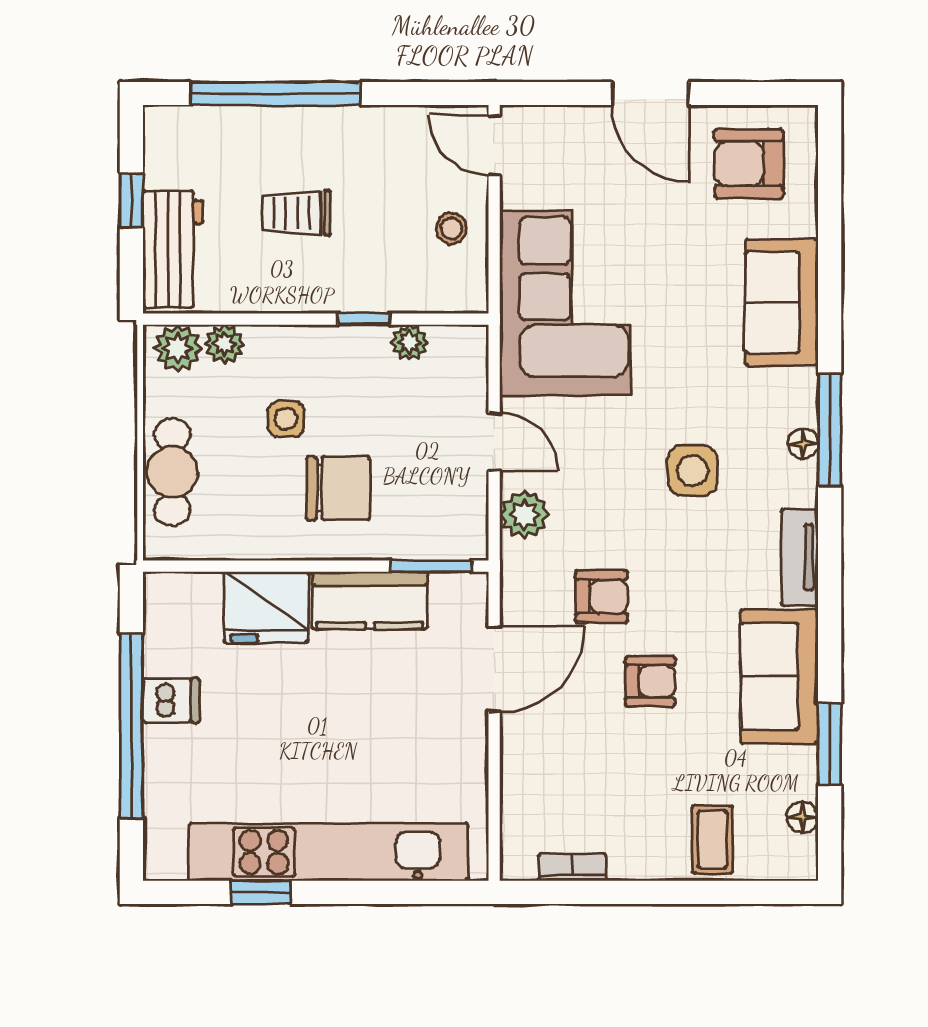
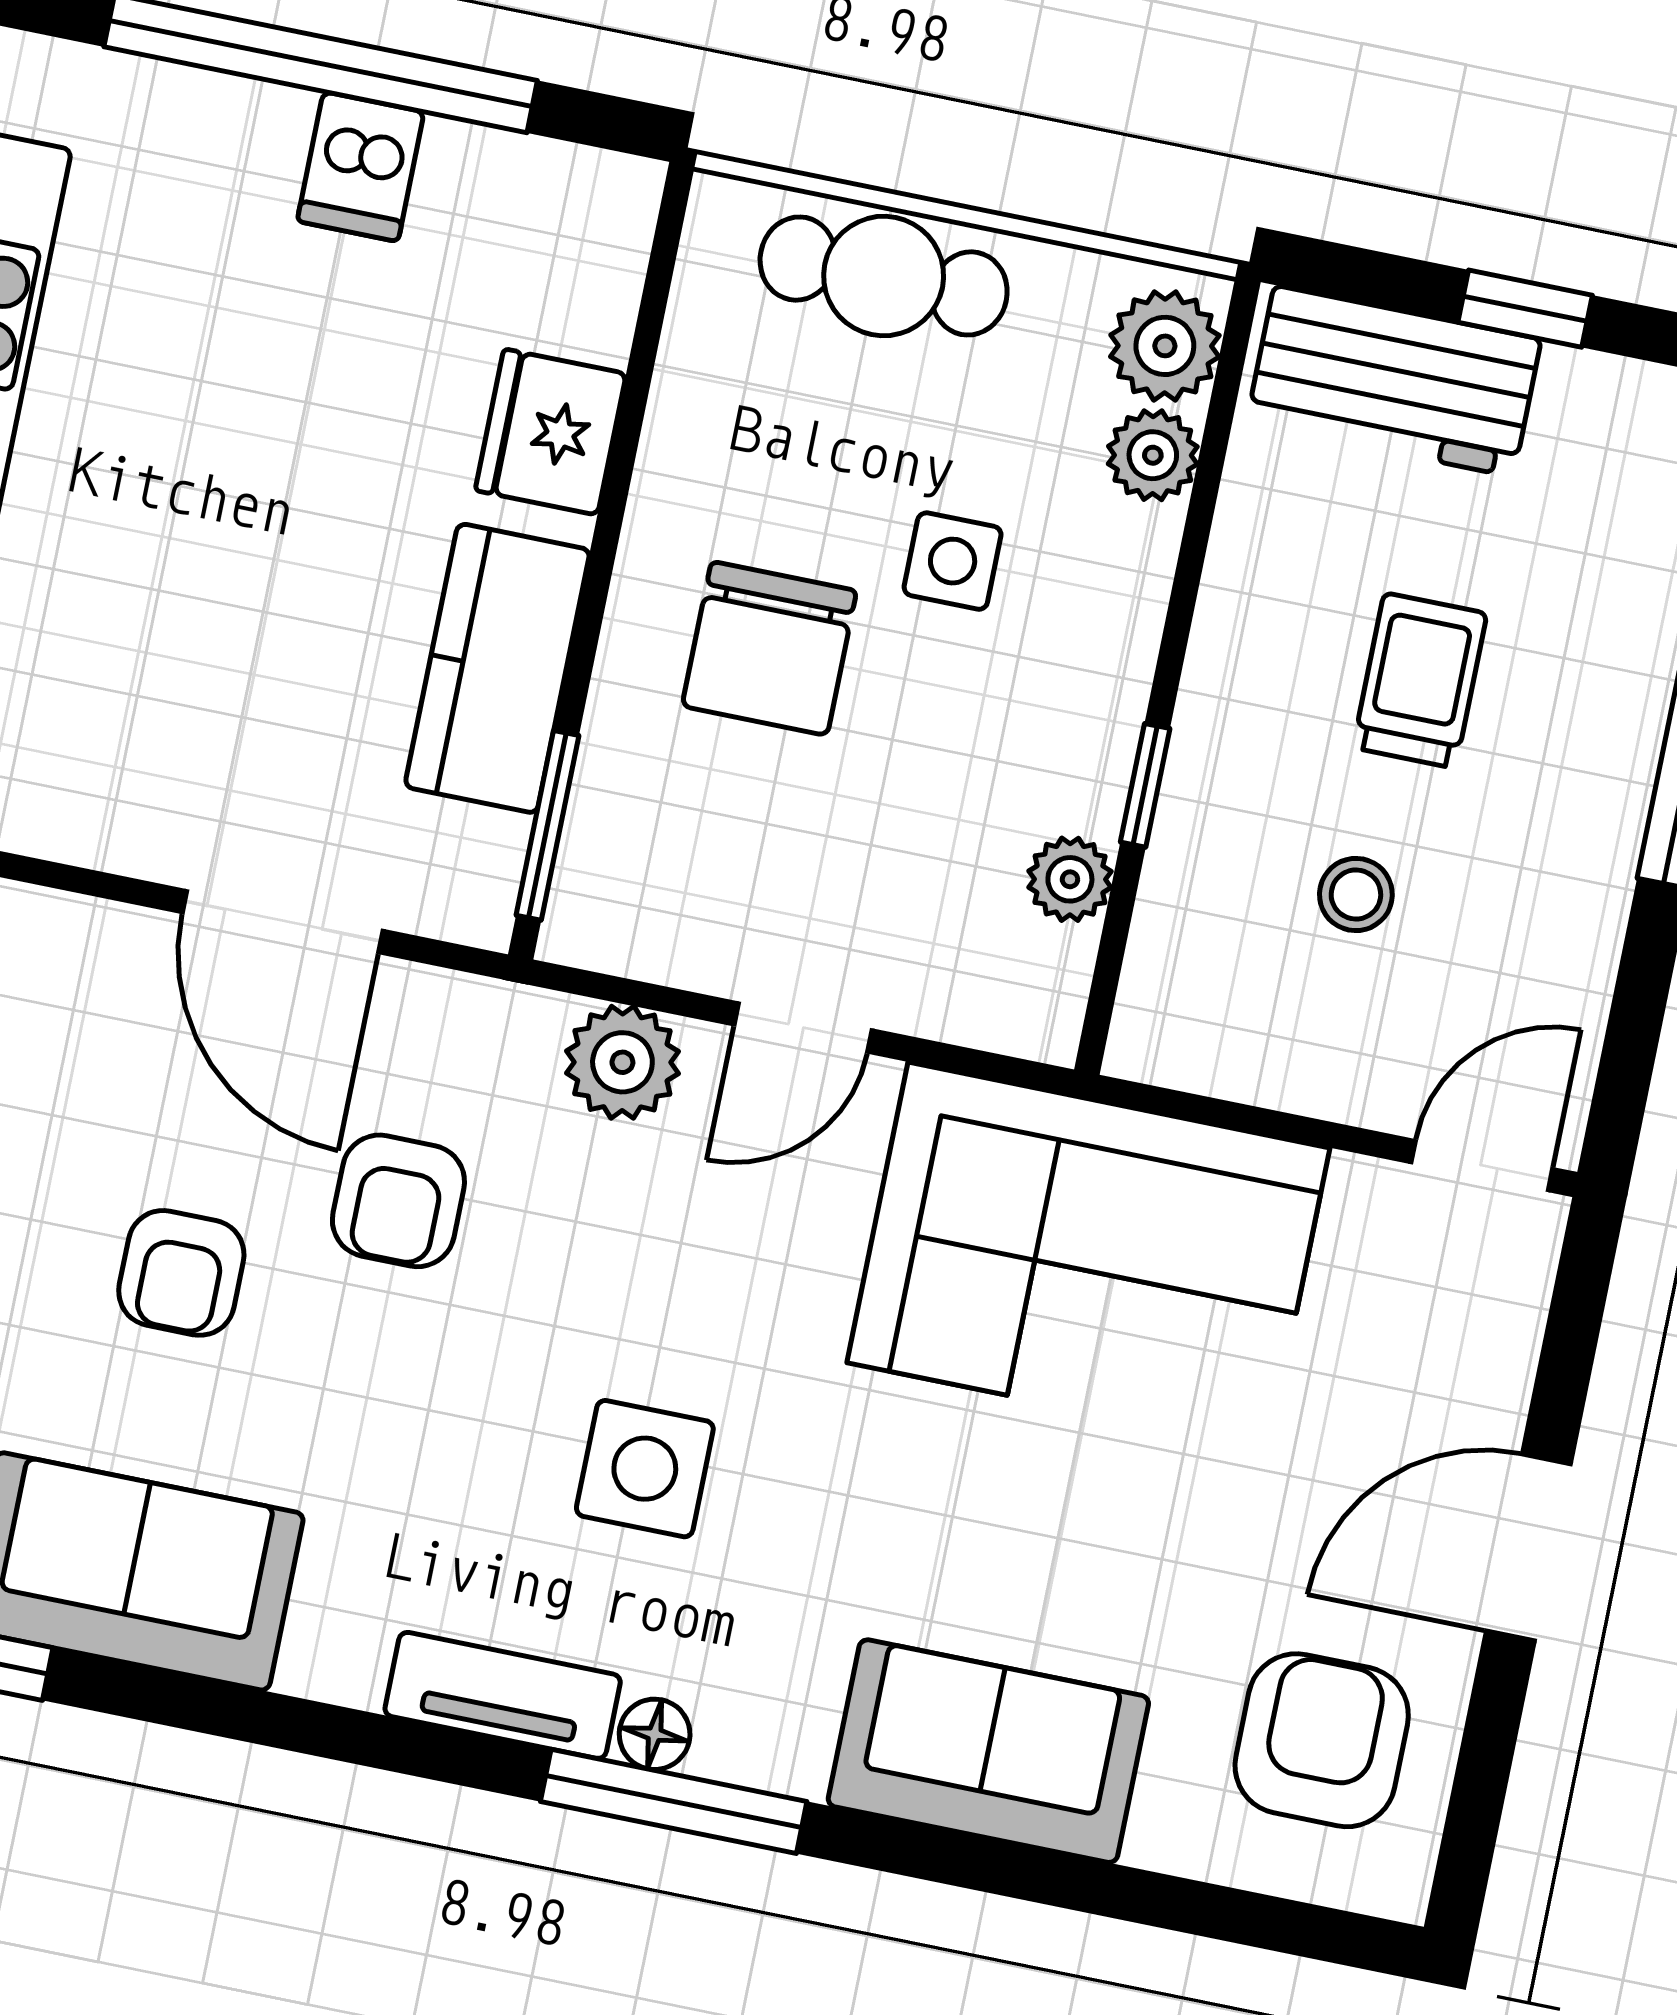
stool: (451, 229) -> (1356, 894), moved
tv unit: (800, 557) -> (503, 1695), moved
fridge: (266, 607) -> (551, 432), width x0.73, depth x0.75

